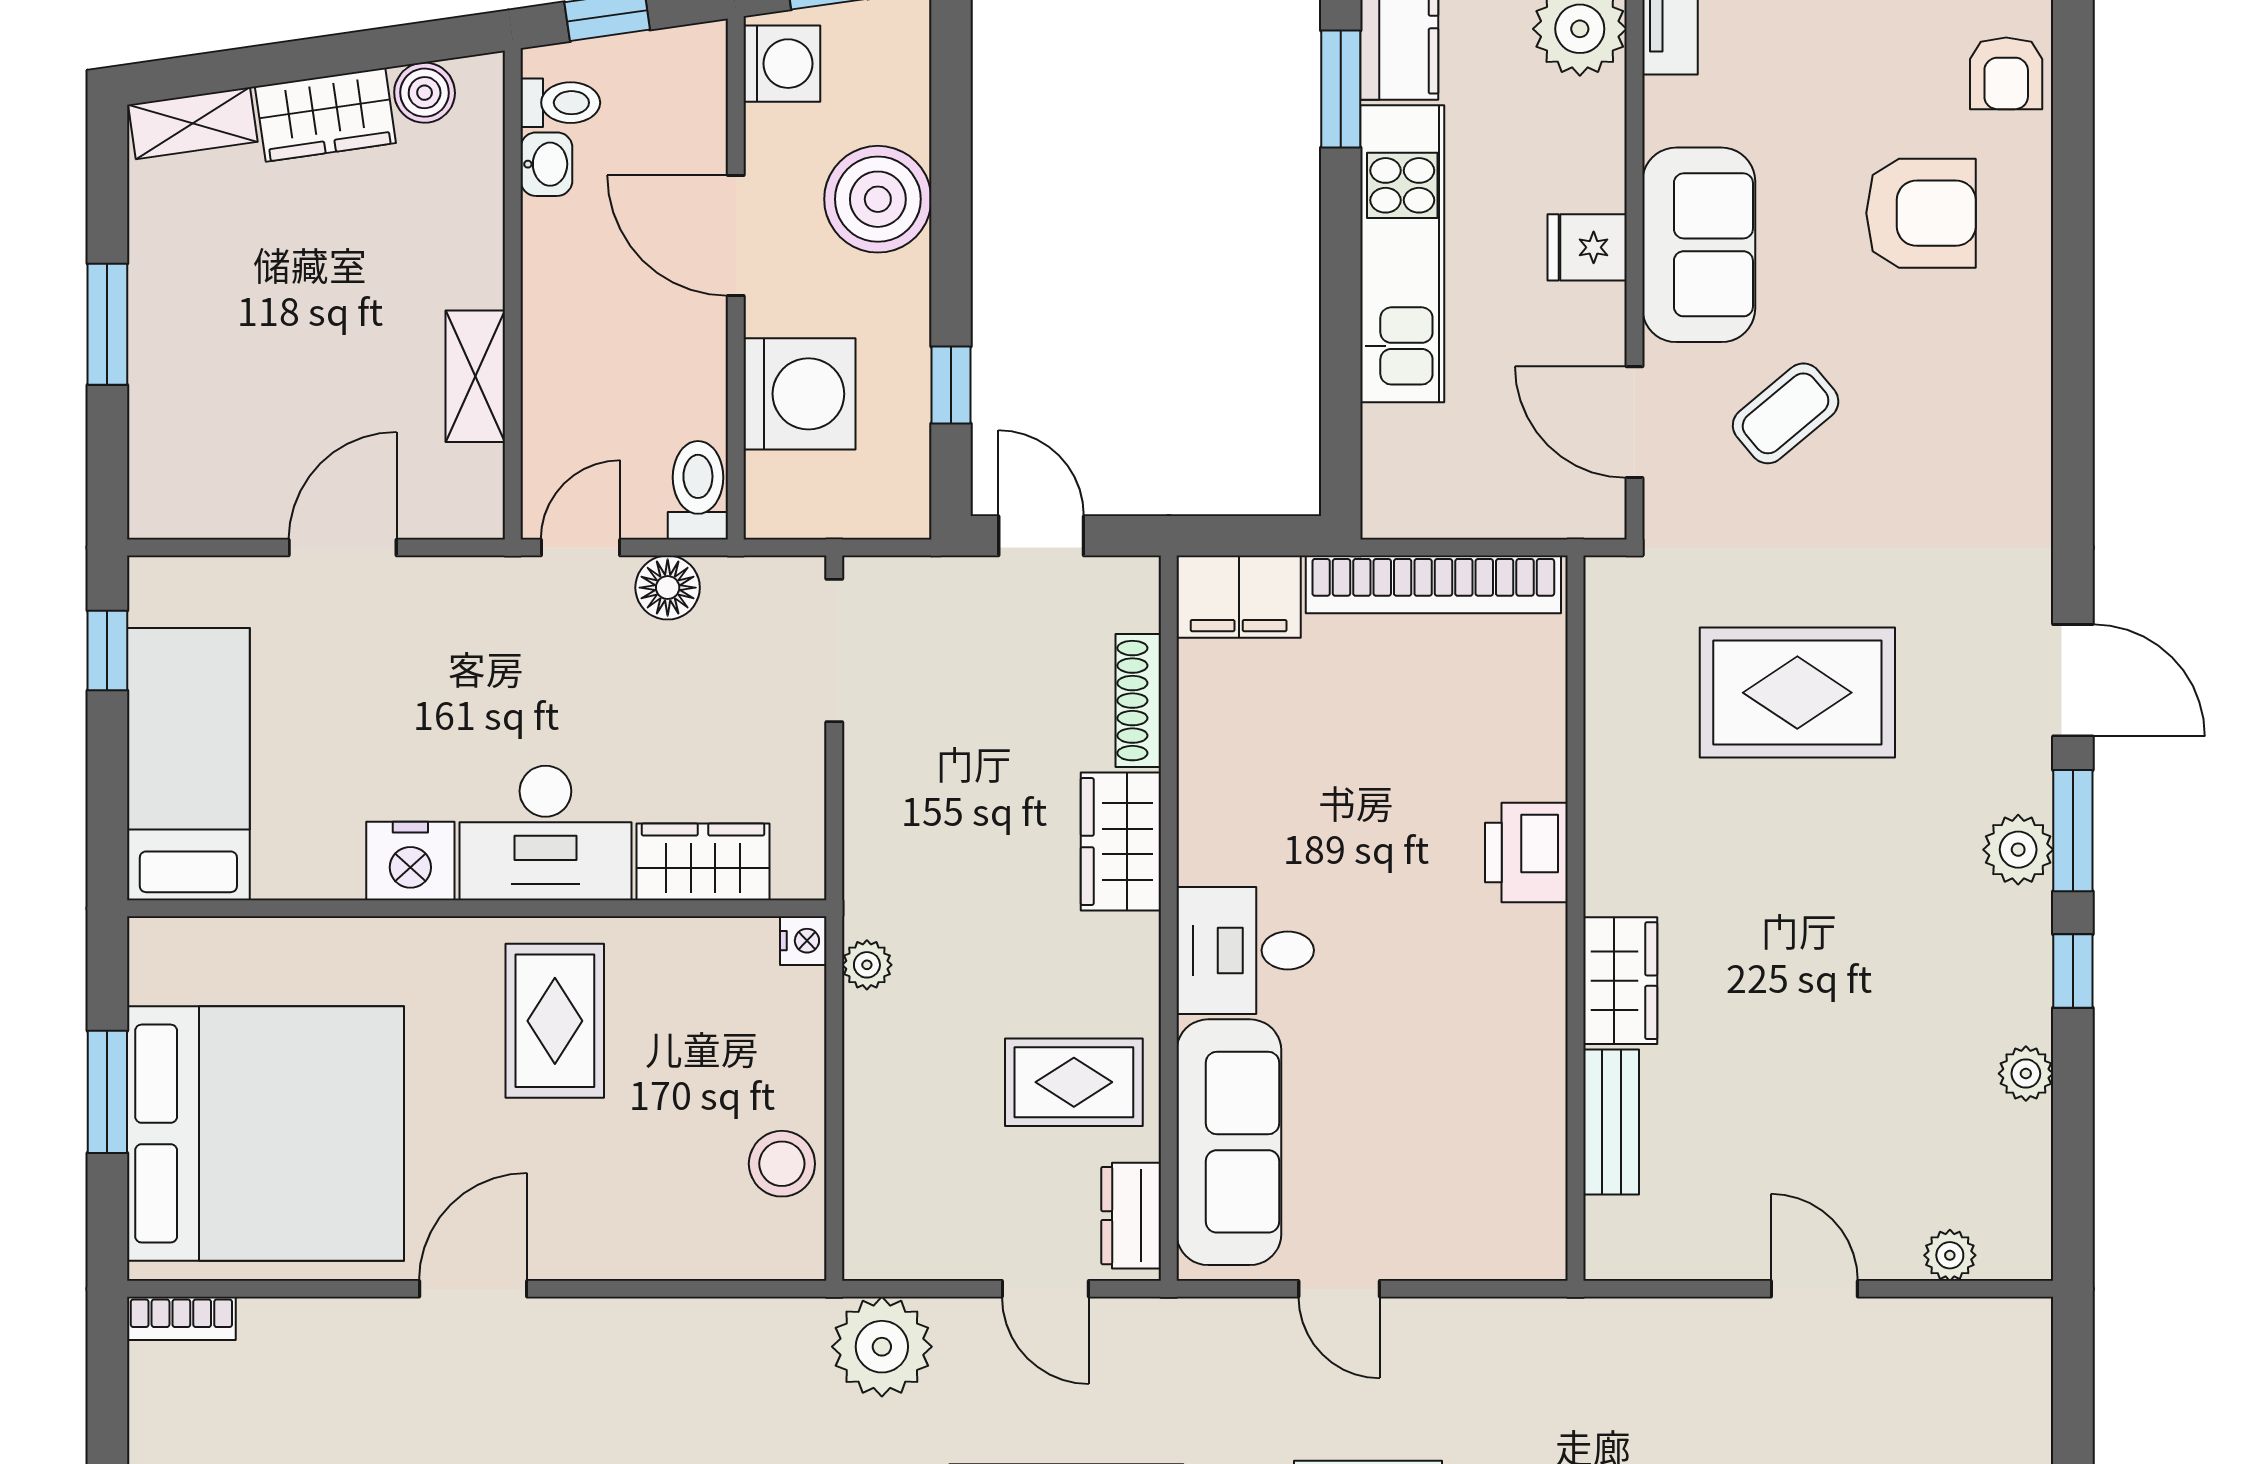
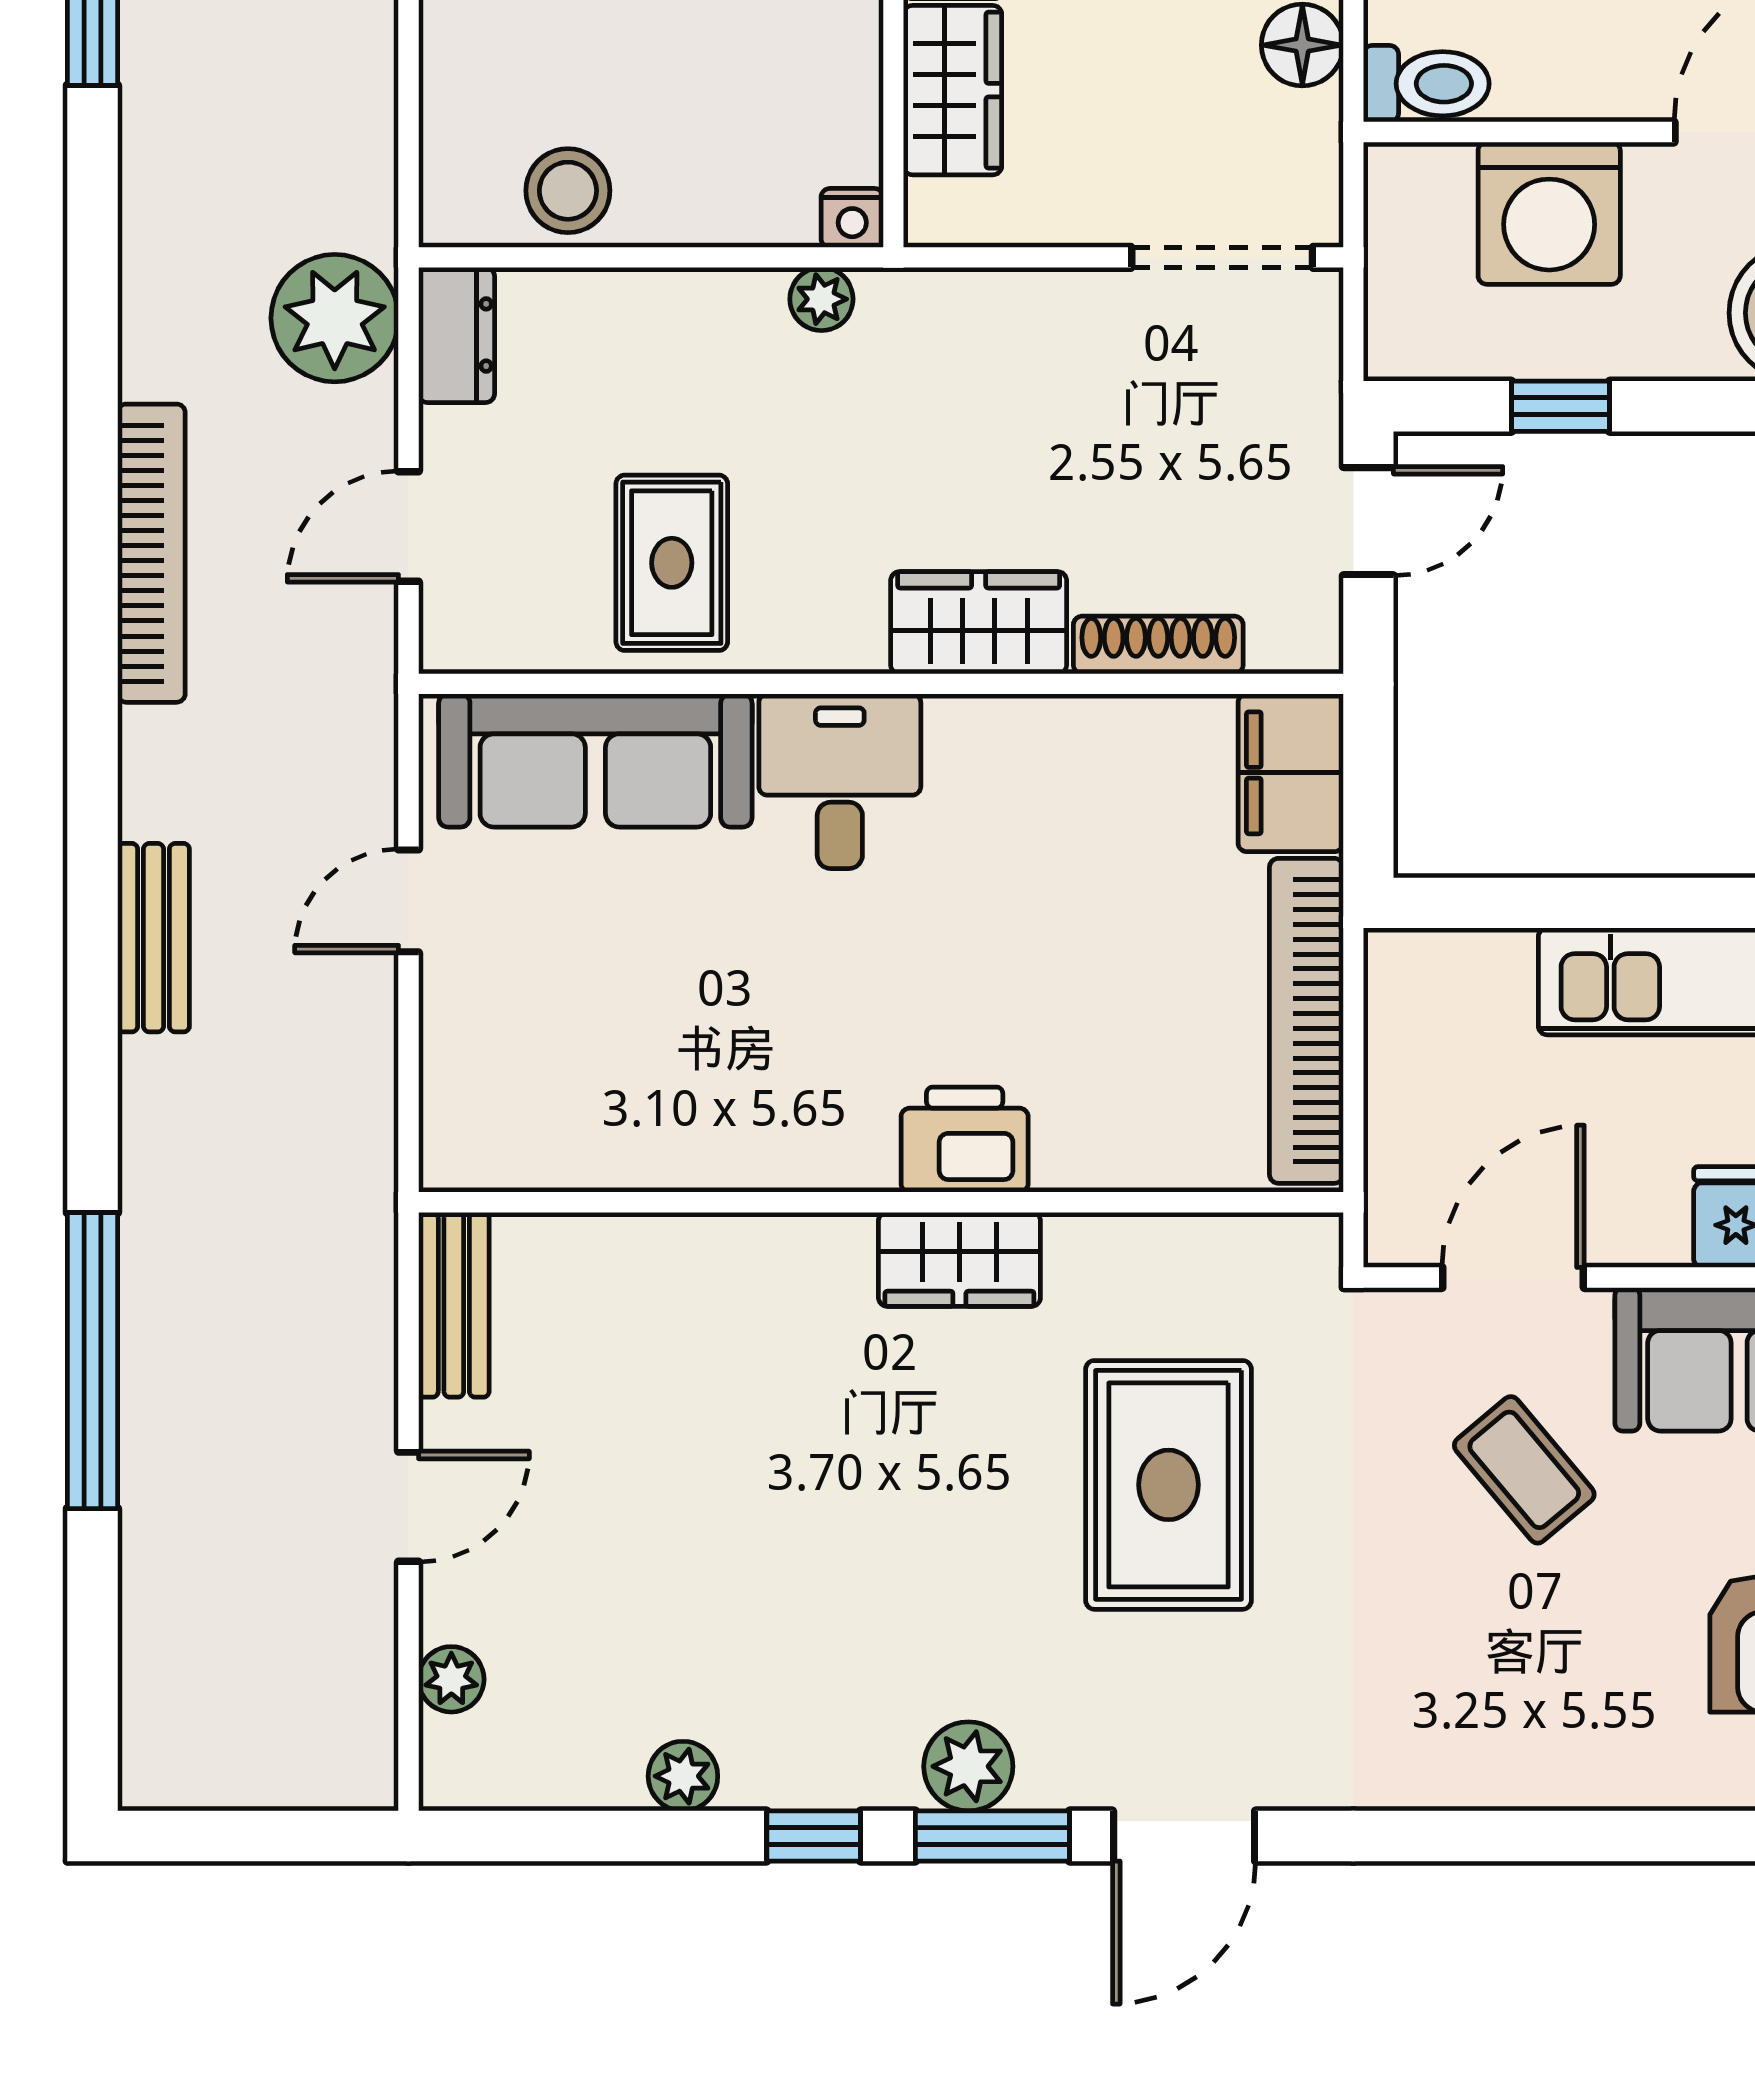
wardrobe: (1620, 981) -> (959, 1259), moved
bench: (1611, 1122) -> (454, 1305), moved, turned 90
dresser: (1131, 1216) -> (457, 335), moved, turned 90

